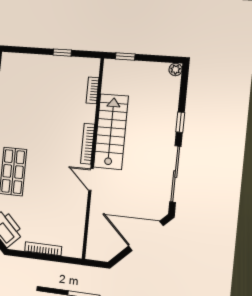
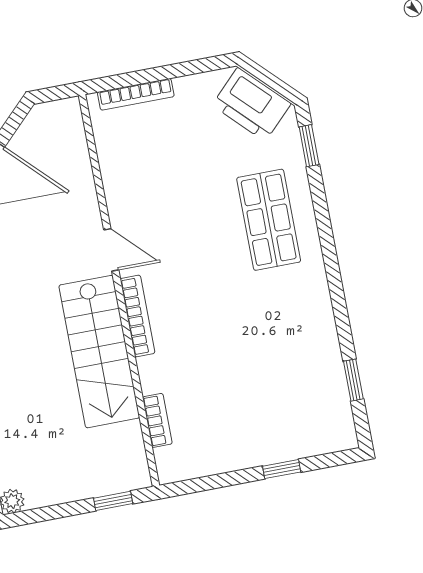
window: (62, 52) -> (282, 469), moved
bookcase: (43, 249) -> (136, 94), moved

